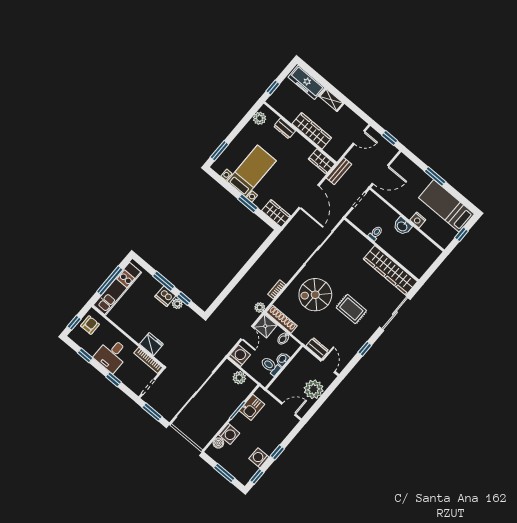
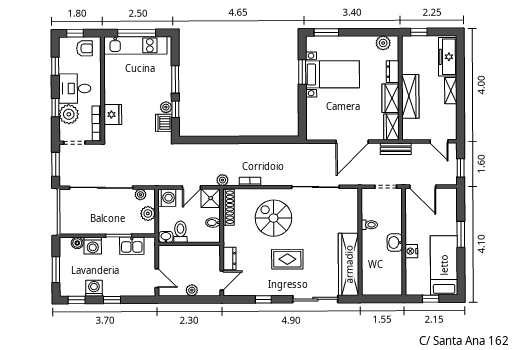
window: (248, 203) -> (302, 72), moved
wardrobe: (276, 213) -> (391, 98), moved, turned 180
dishwasher: (165, 296) -> (164, 123), moved
rug: (351, 309) -> (287, 259), turned 90
washbasin: (283, 359) -> (166, 237), moved
plant: (222, 372) -> (140, 195), added
plant: (126, 374) -> (69, 114), added
plant: (314, 389) -> (192, 290), width x0.53, depth x0.53

